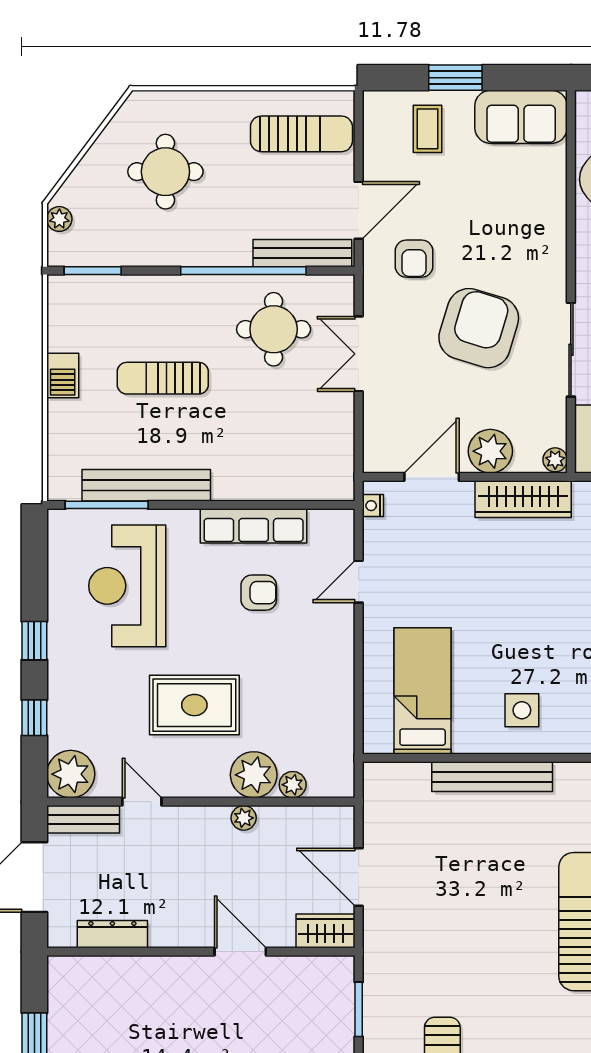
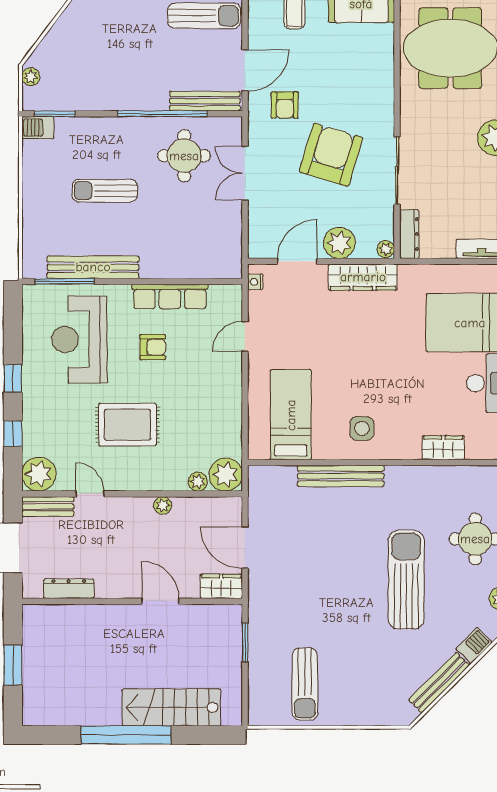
round table: (165, 172) -> (107, 43), removed
barbecue: (63, 375) -> (38, 128), moved, turned 90
armchair: (259, 593) -> (153, 347), moved
plant: (254, 775) -> (226, 475), moved

